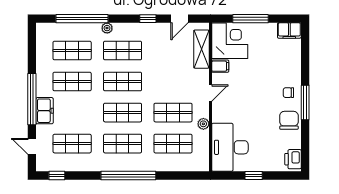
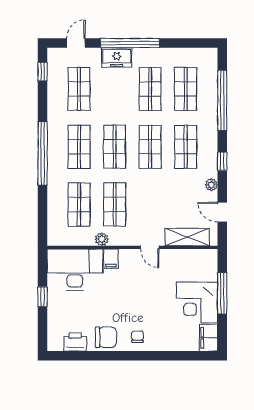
window: (148, 19) -> (222, 161), moved
plant: (107, 28) -> (211, 185), moved
corner desk: (230, 41) -> (197, 302), moved, turned 90
filing cabinet: (220, 66) -> (111, 259), moved
door: (210, 93) -> (150, 247), moved
window: (305, 102) -> (126, 356), removed
printer: (293, 159) -> (75, 342), moved

